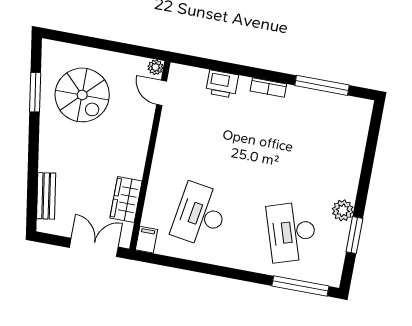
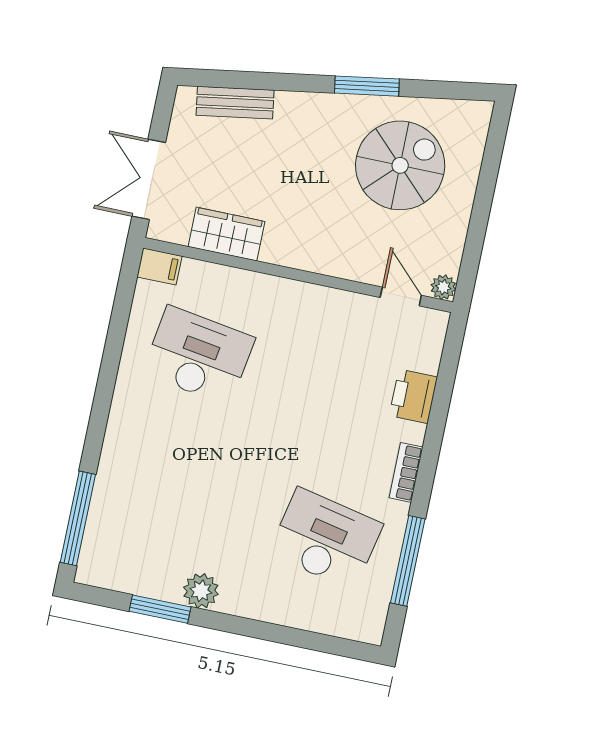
window: (35, 92) -> (367, 86), moved
door: (162, 93) -> (401, 296), hinge flipped
spiral stairs: (82, 95) -> (400, 165), turned 180
desk: (292, 232) -> (326, 539), moved, turned 30
double door: (94, 247) -> (149, 179), swing flipped

